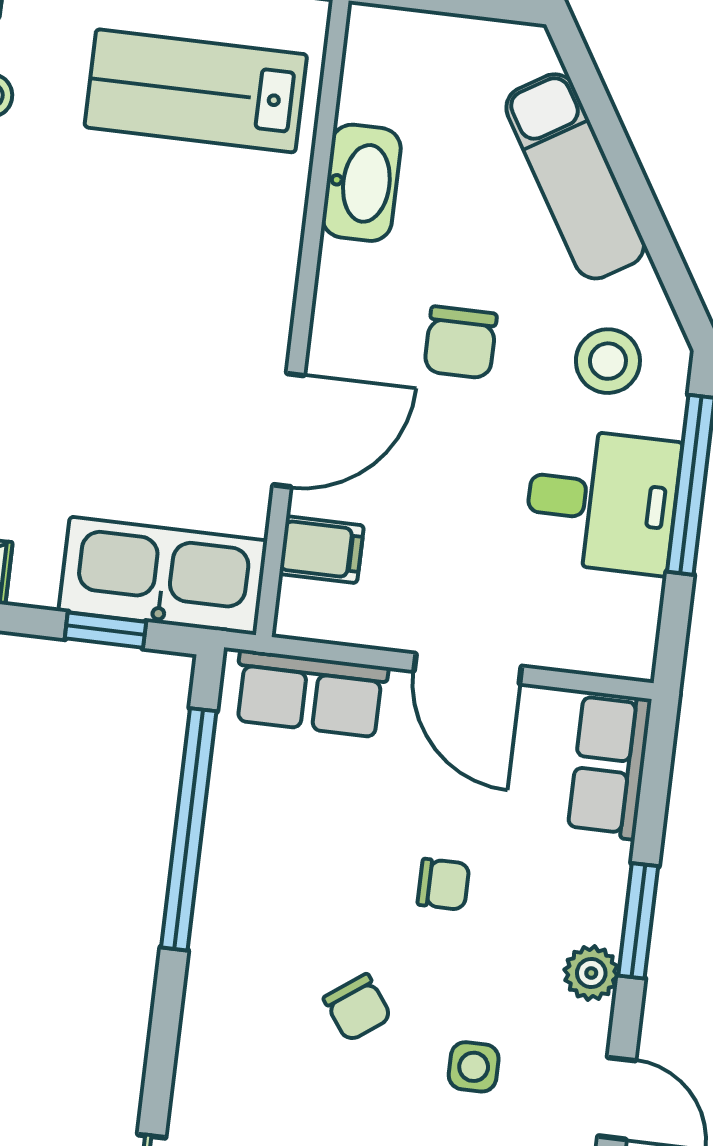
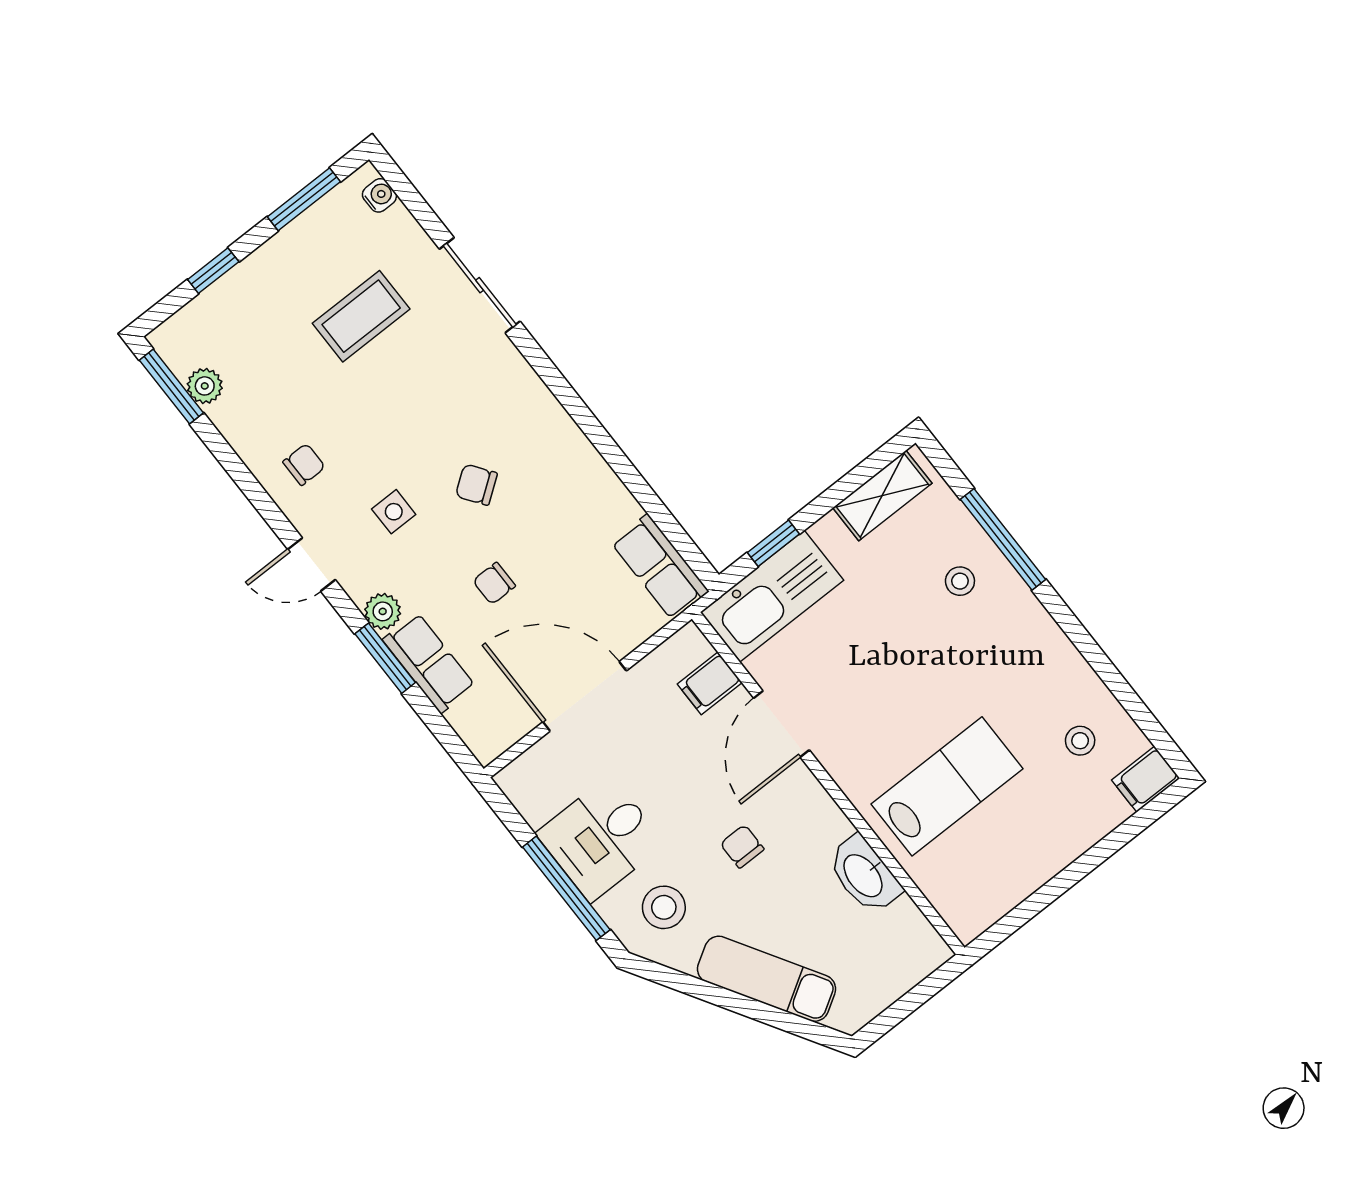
lab bench: (196, 91) -> (947, 786), moved
chair: (460, 343) -> (742, 846), width x0.73, depth x0.73
door: (468, 669) -> (585, 696), width x1.36
row of seats: (310, 694) -> (660, 567), moved, turned -90
row of seats: (610, 765) -> (429, 663), moved
window: (189, 829) -> (640, 489), removed

